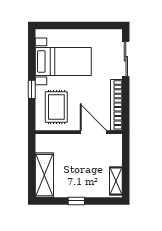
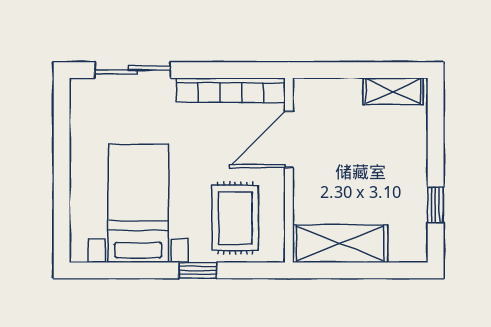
rug: (56, 107) -> (235, 218), turned 90
shelving: (44, 175) -> (340, 244), moved
window: (76, 201) -> (436, 205), moved

